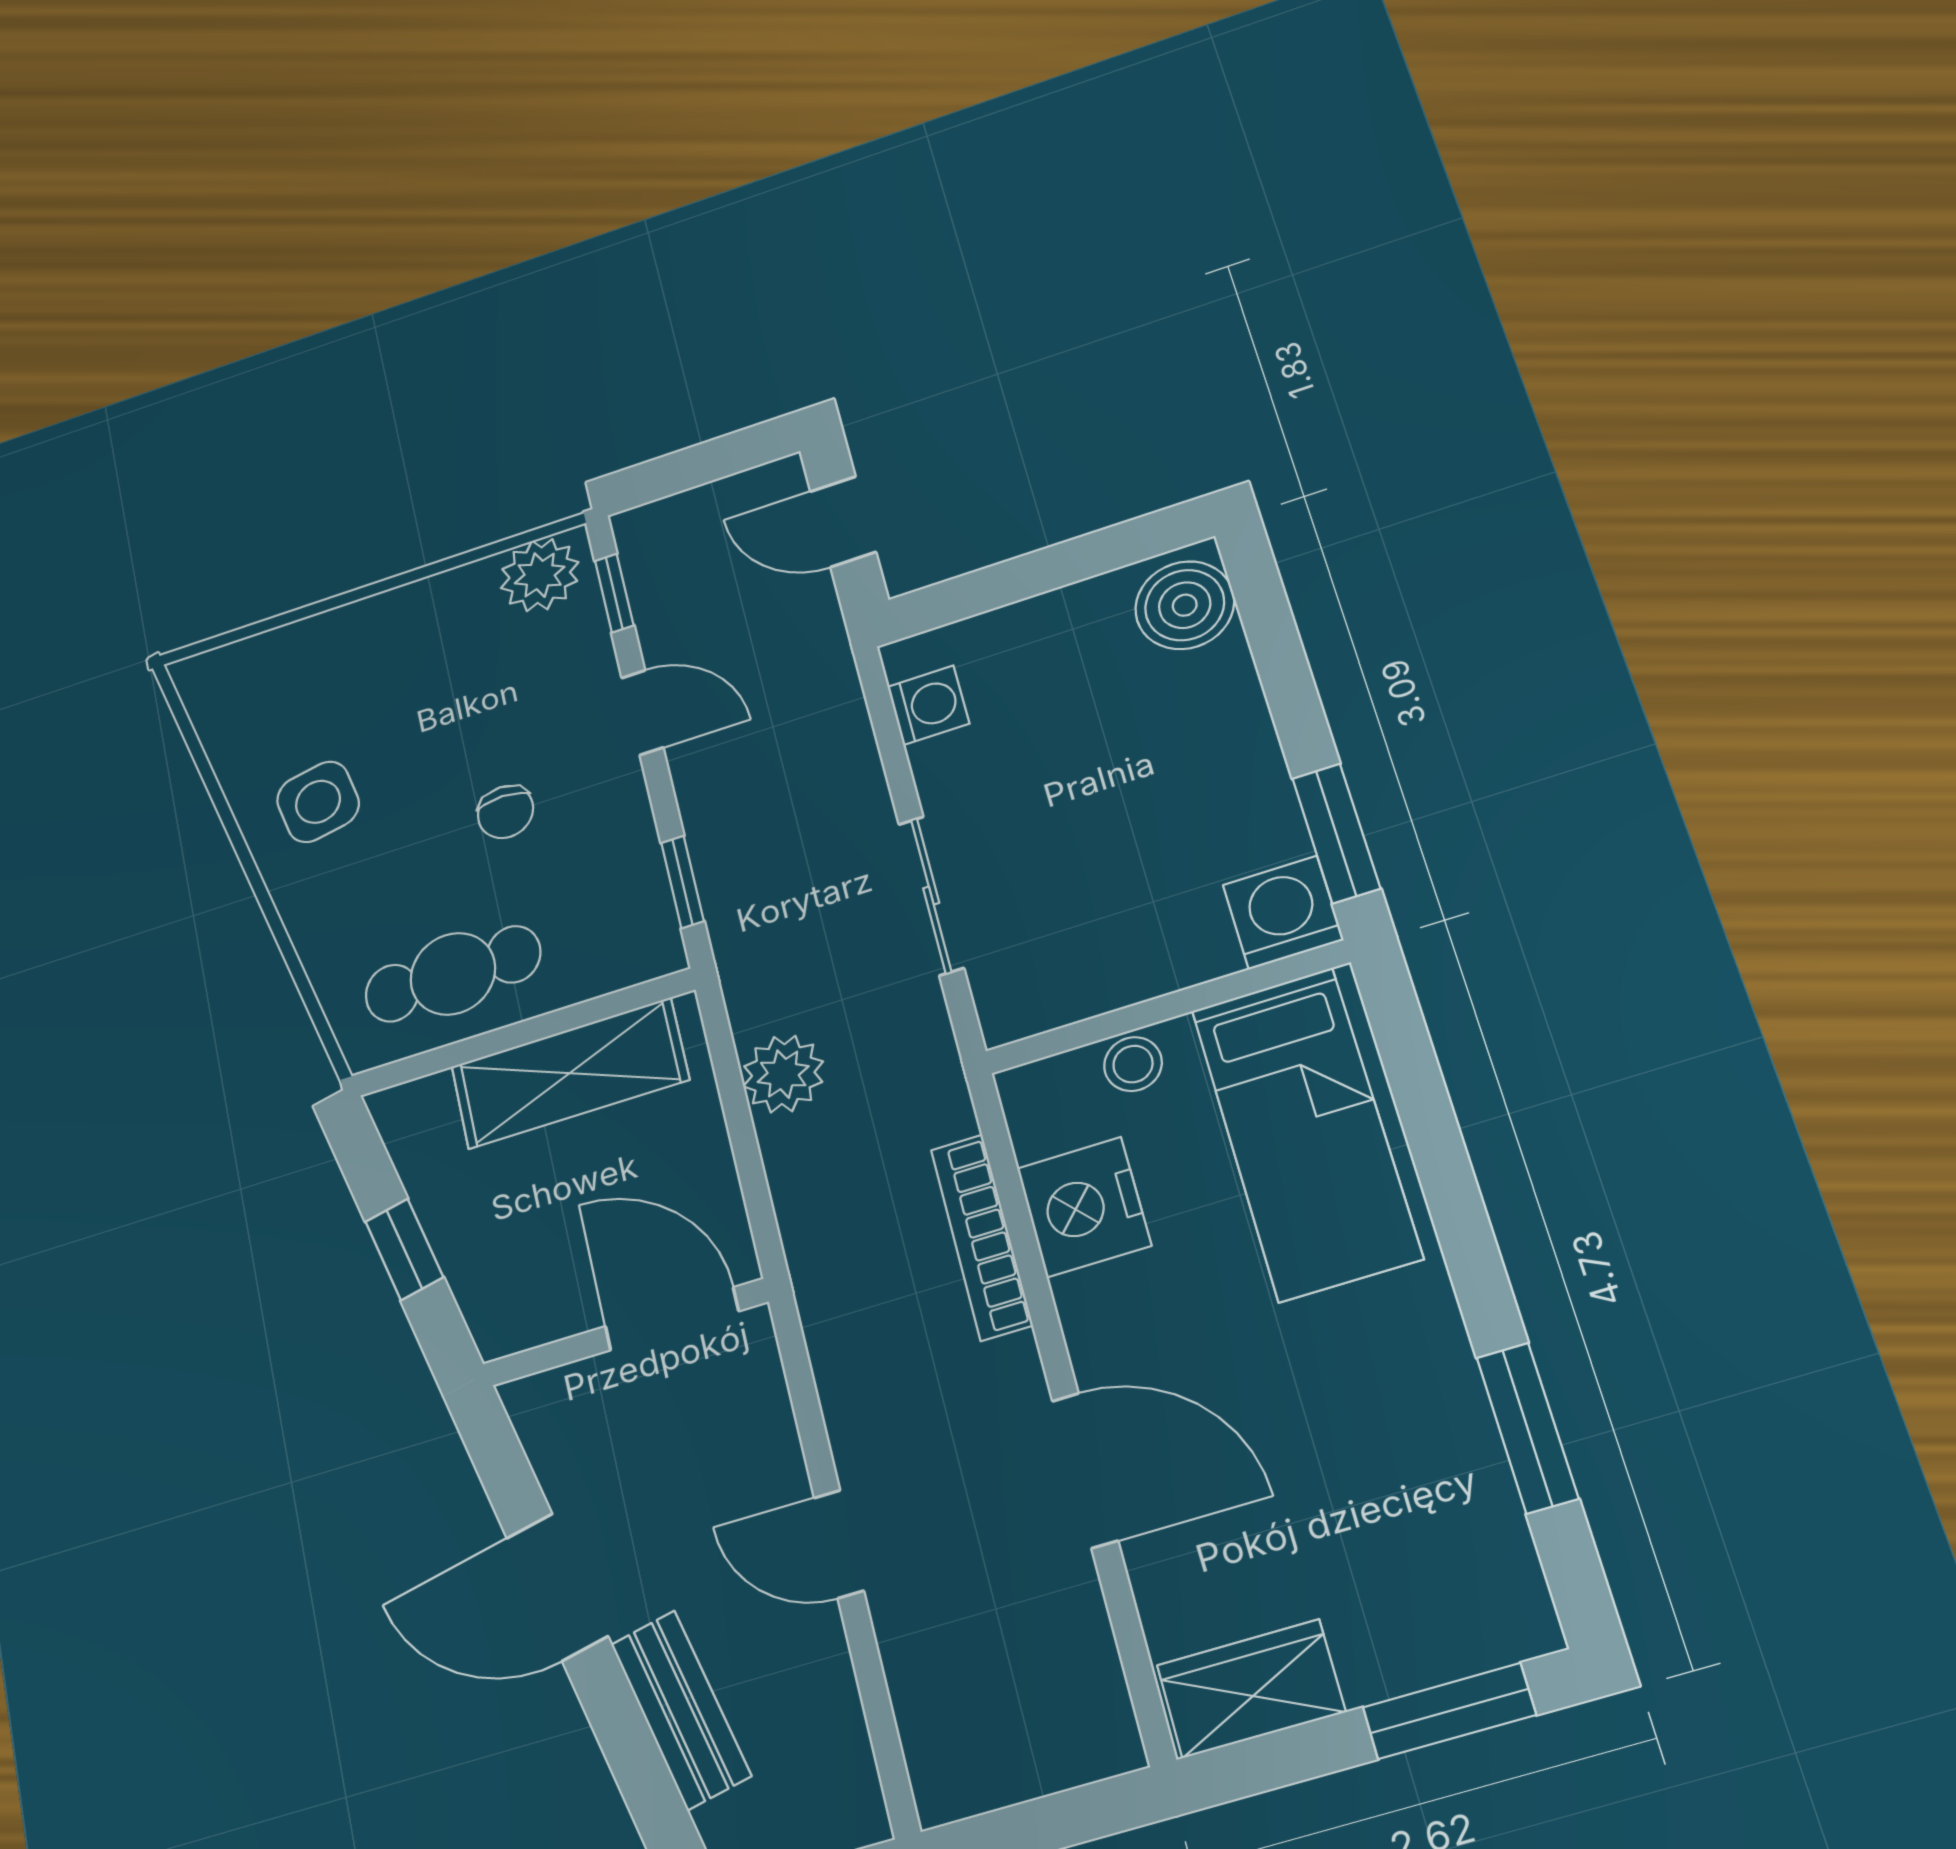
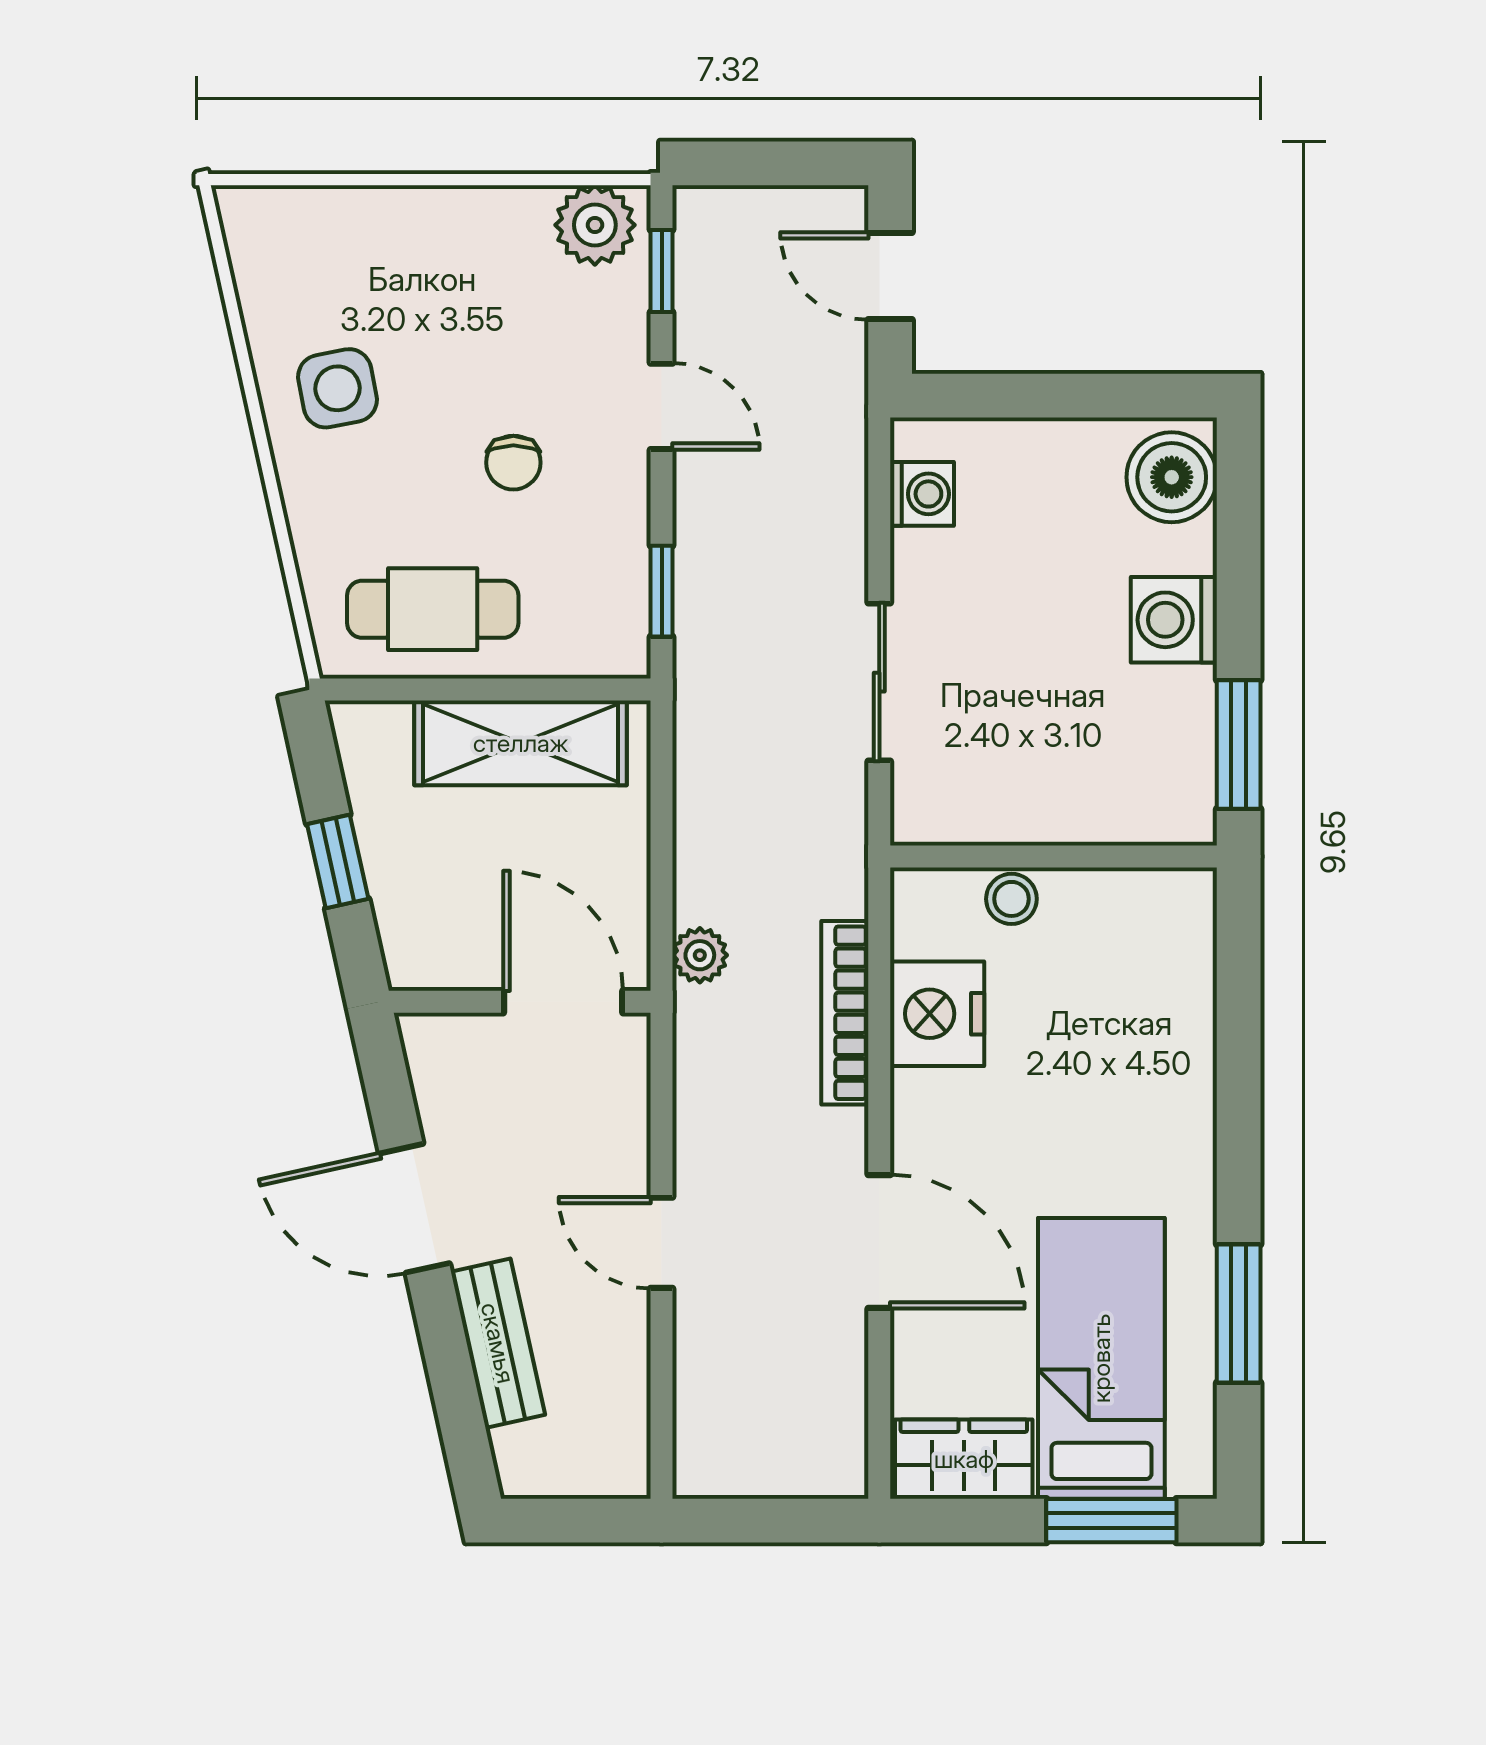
washing machine: (1283, 913) -> (1174, 620), moved, turned -90
plant: (783, 1074) -> (700, 955), moved, width x0.73, depth x0.73
bed: (1306, 1133) -> (1101, 1358), moved, turned 180

